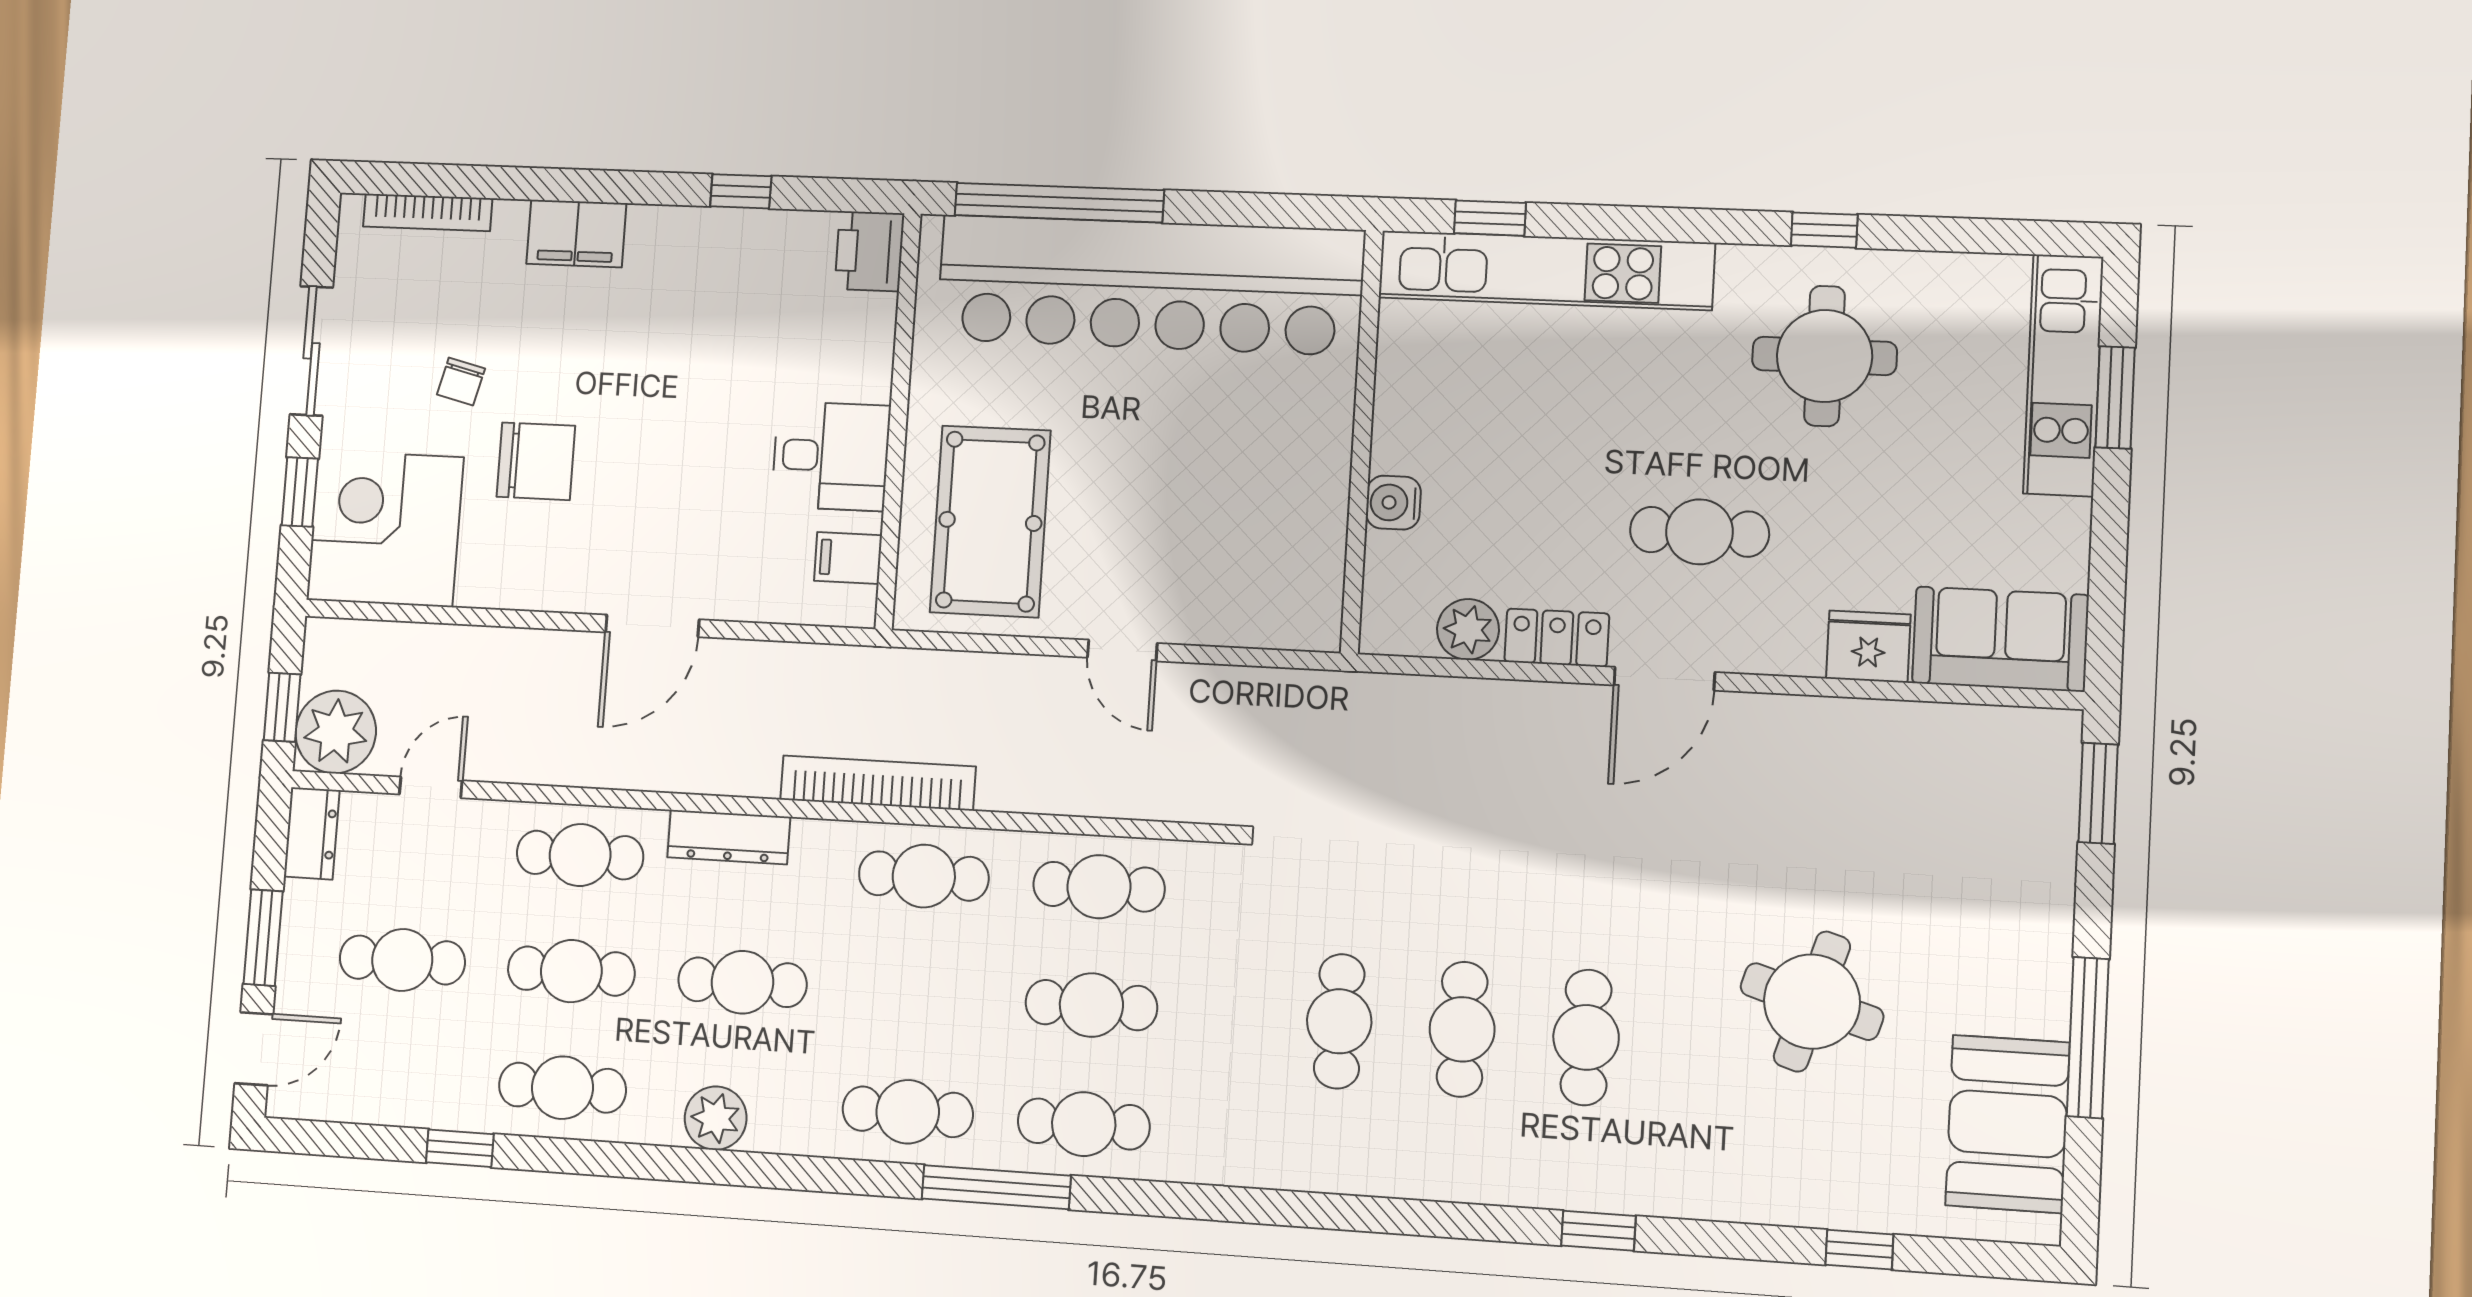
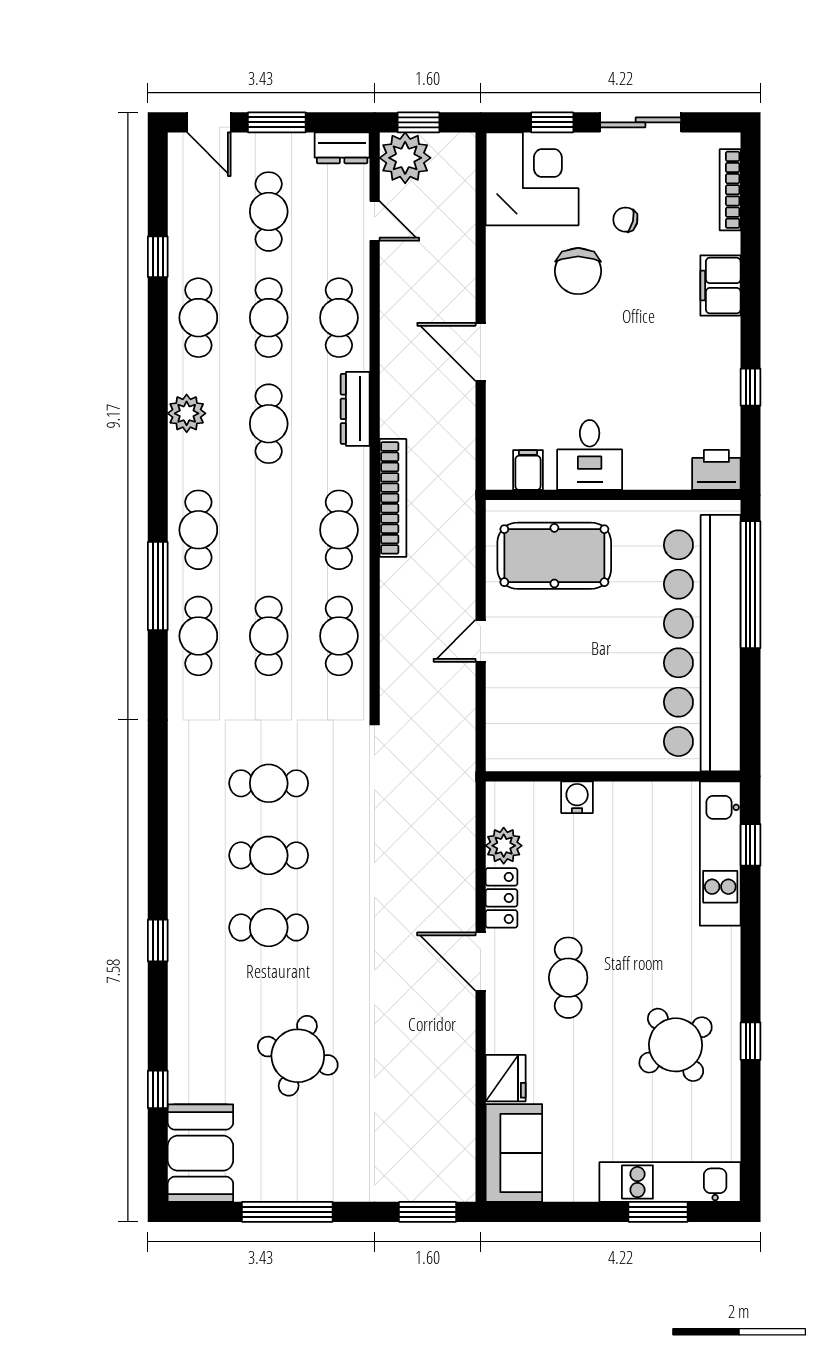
kitchen unit: (1546, 270) -> (720, 854), width x0.73
round table: (1825, 356) -> (676, 1045), turned -34
booth: (2008, 1124) -> (200, 1153), moved, turned 90

